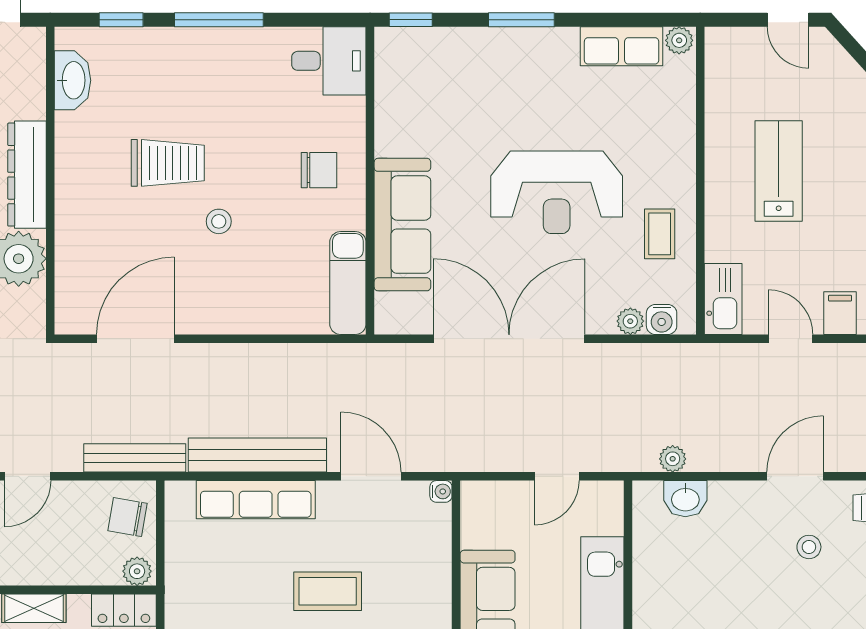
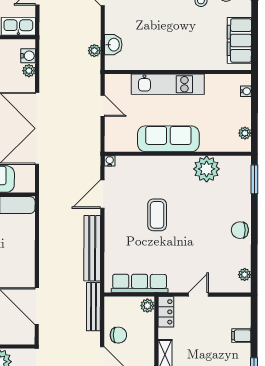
row of seats: (256, 500) -> (140, 283), moved, turned -90
chair: (128, 517) -> (118, 335), moved, turned -100

